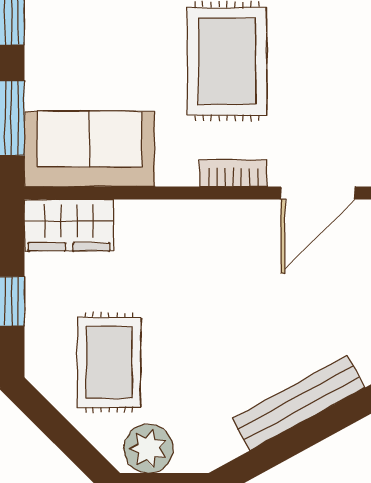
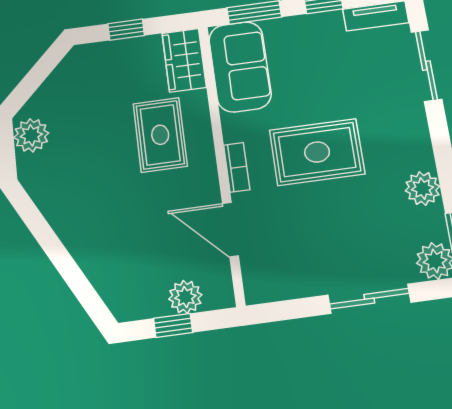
rug: (109, 362) -> (160, 135), moved, turned 90
bench: (298, 403) -> (74, 236), removed

